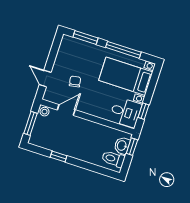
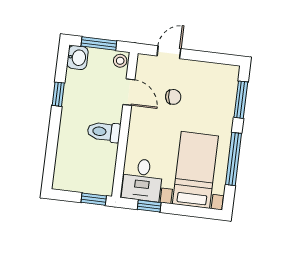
washbasin: (122, 146) -> (77, 58), moved, turned 90
toilet: (113, 159) -> (104, 132), moved, turned -90

